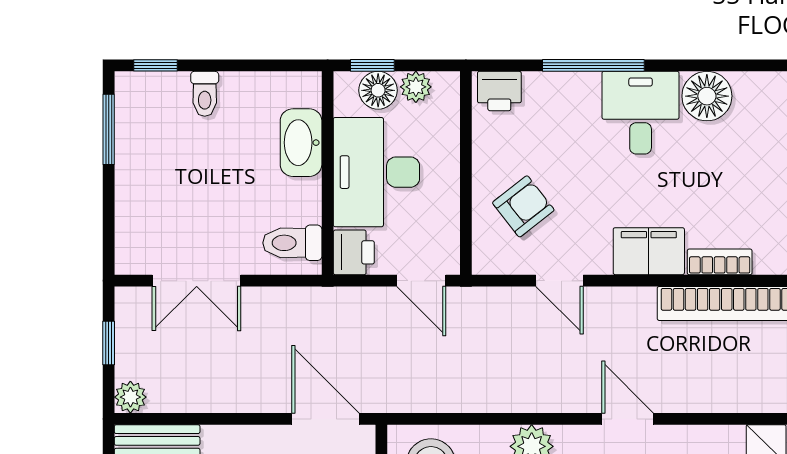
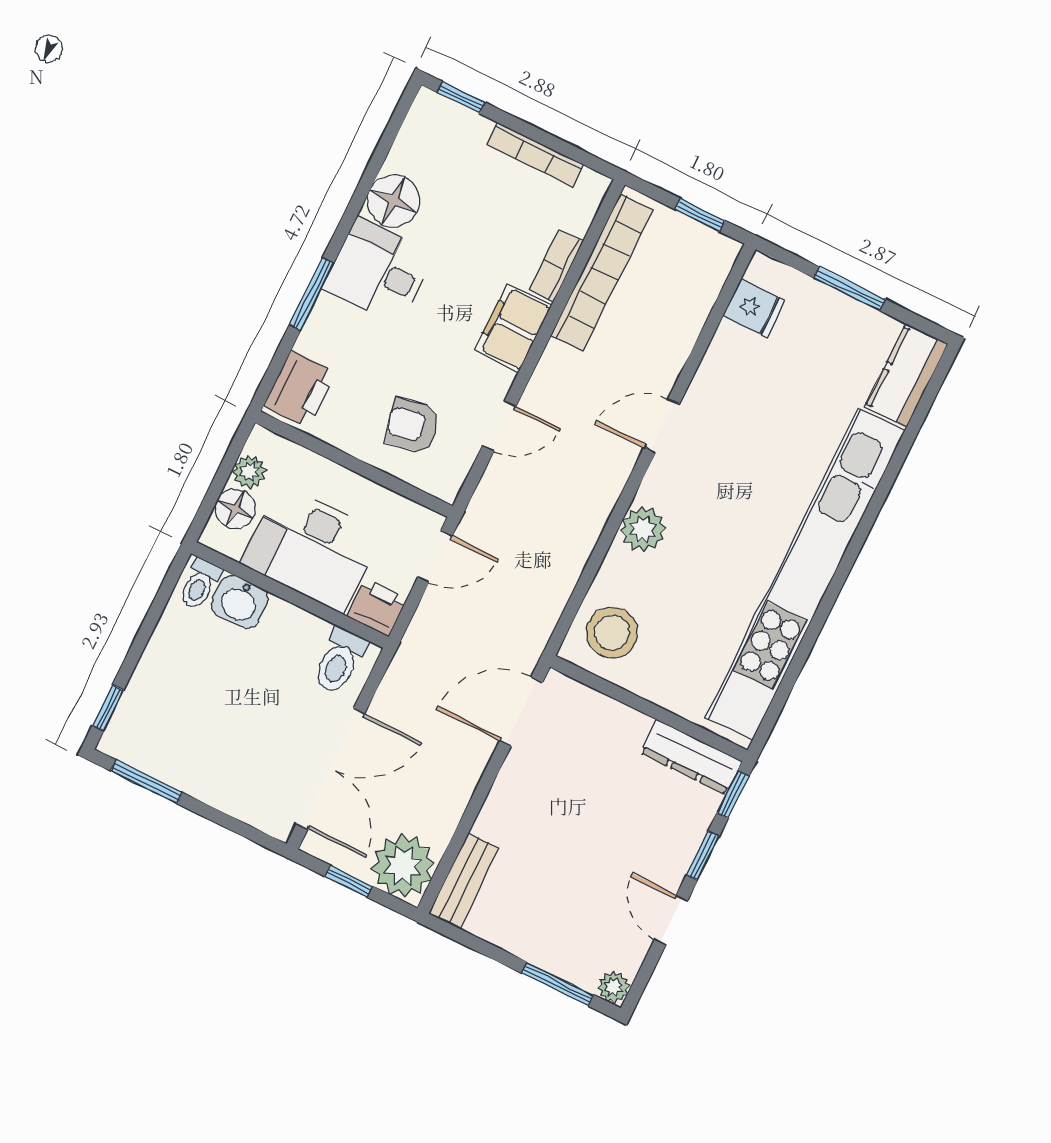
window: (372, 65) -> (209, 503), removed
window: (593, 65) -> (312, 294), width x0.69
printer: (499, 91) -> (300, 389), width x1.36, depth x1.24
toilet: (205, 94) -> (200, 584), moved, turned 90
washbasin: (301, 143) -> (240, 602), width x0.72
armchair: (523, 206) -> (412, 426), turned -64
double door: (197, 281) -> (330, 769), width x1.37
plant: (130, 397) -> (403, 866), width x1.88, depth x1.88

